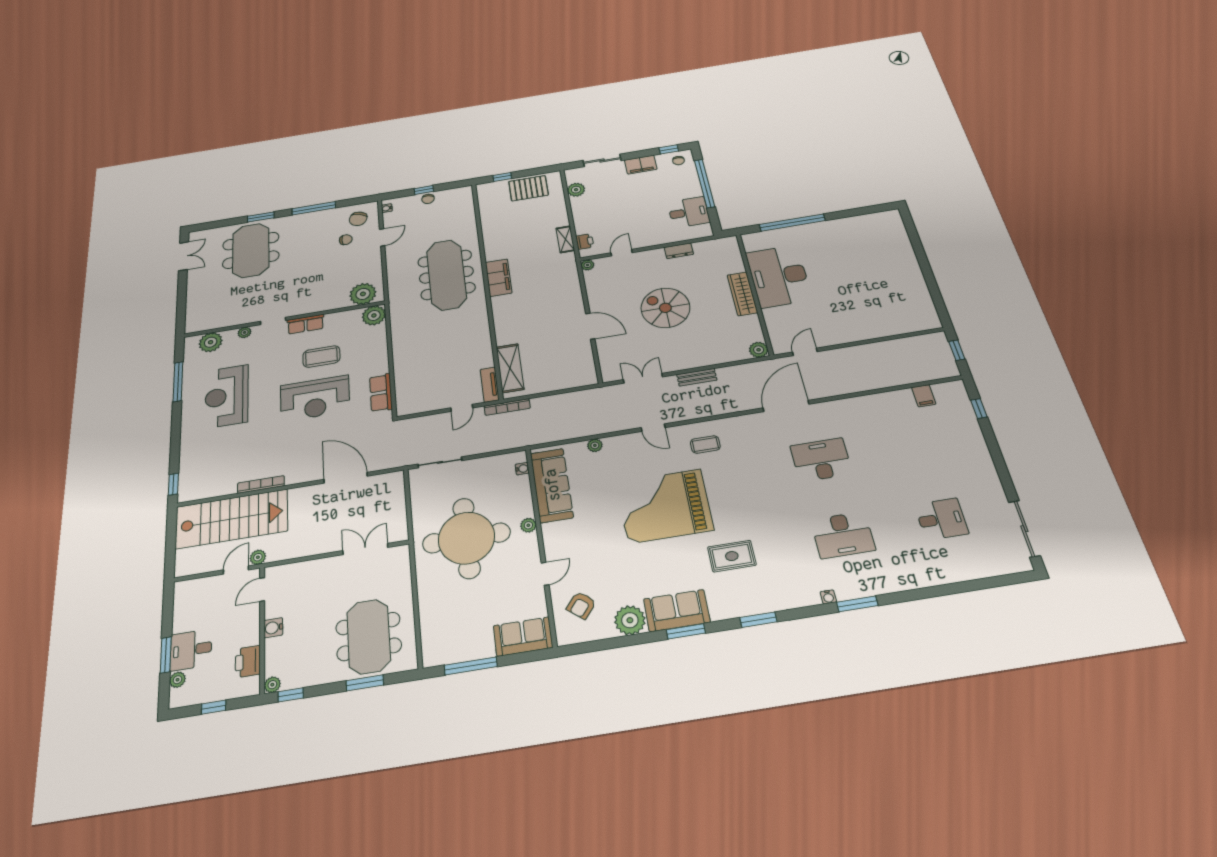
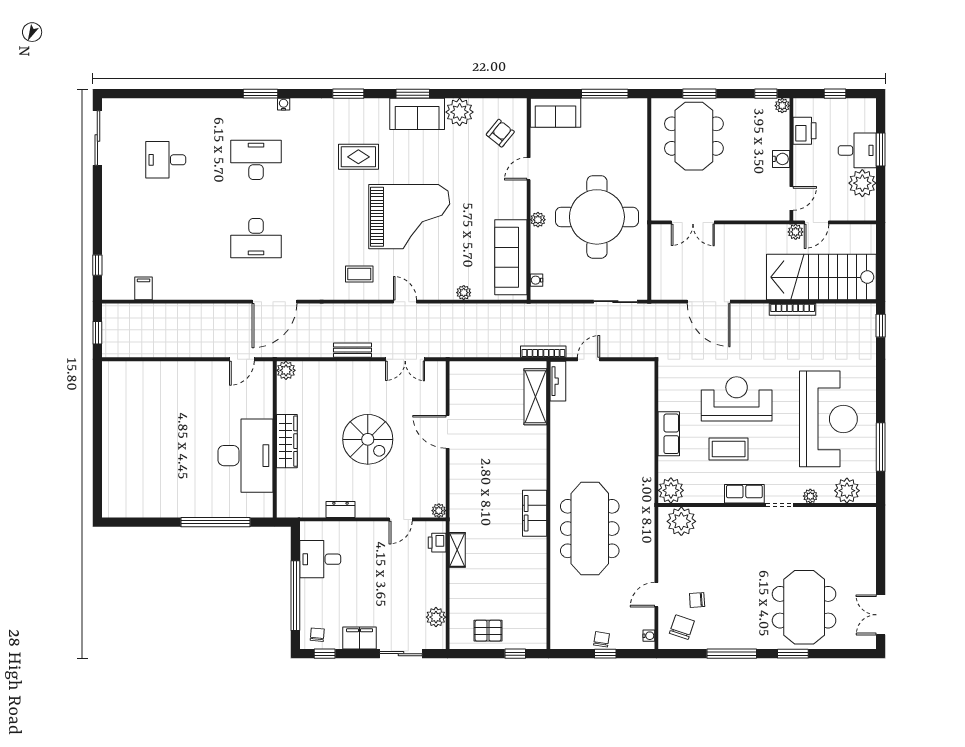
pallet: (528, 188) -> (488, 631), width x0.67, depth x0.71
row of seats: (381, 393) -> (669, 434), moved
reception desk: (227, 396) -> (828, 419), width x1.36, depth x1.30
plant: (177, 680) -> (862, 183), moved, width x1.88, depth x1.88

